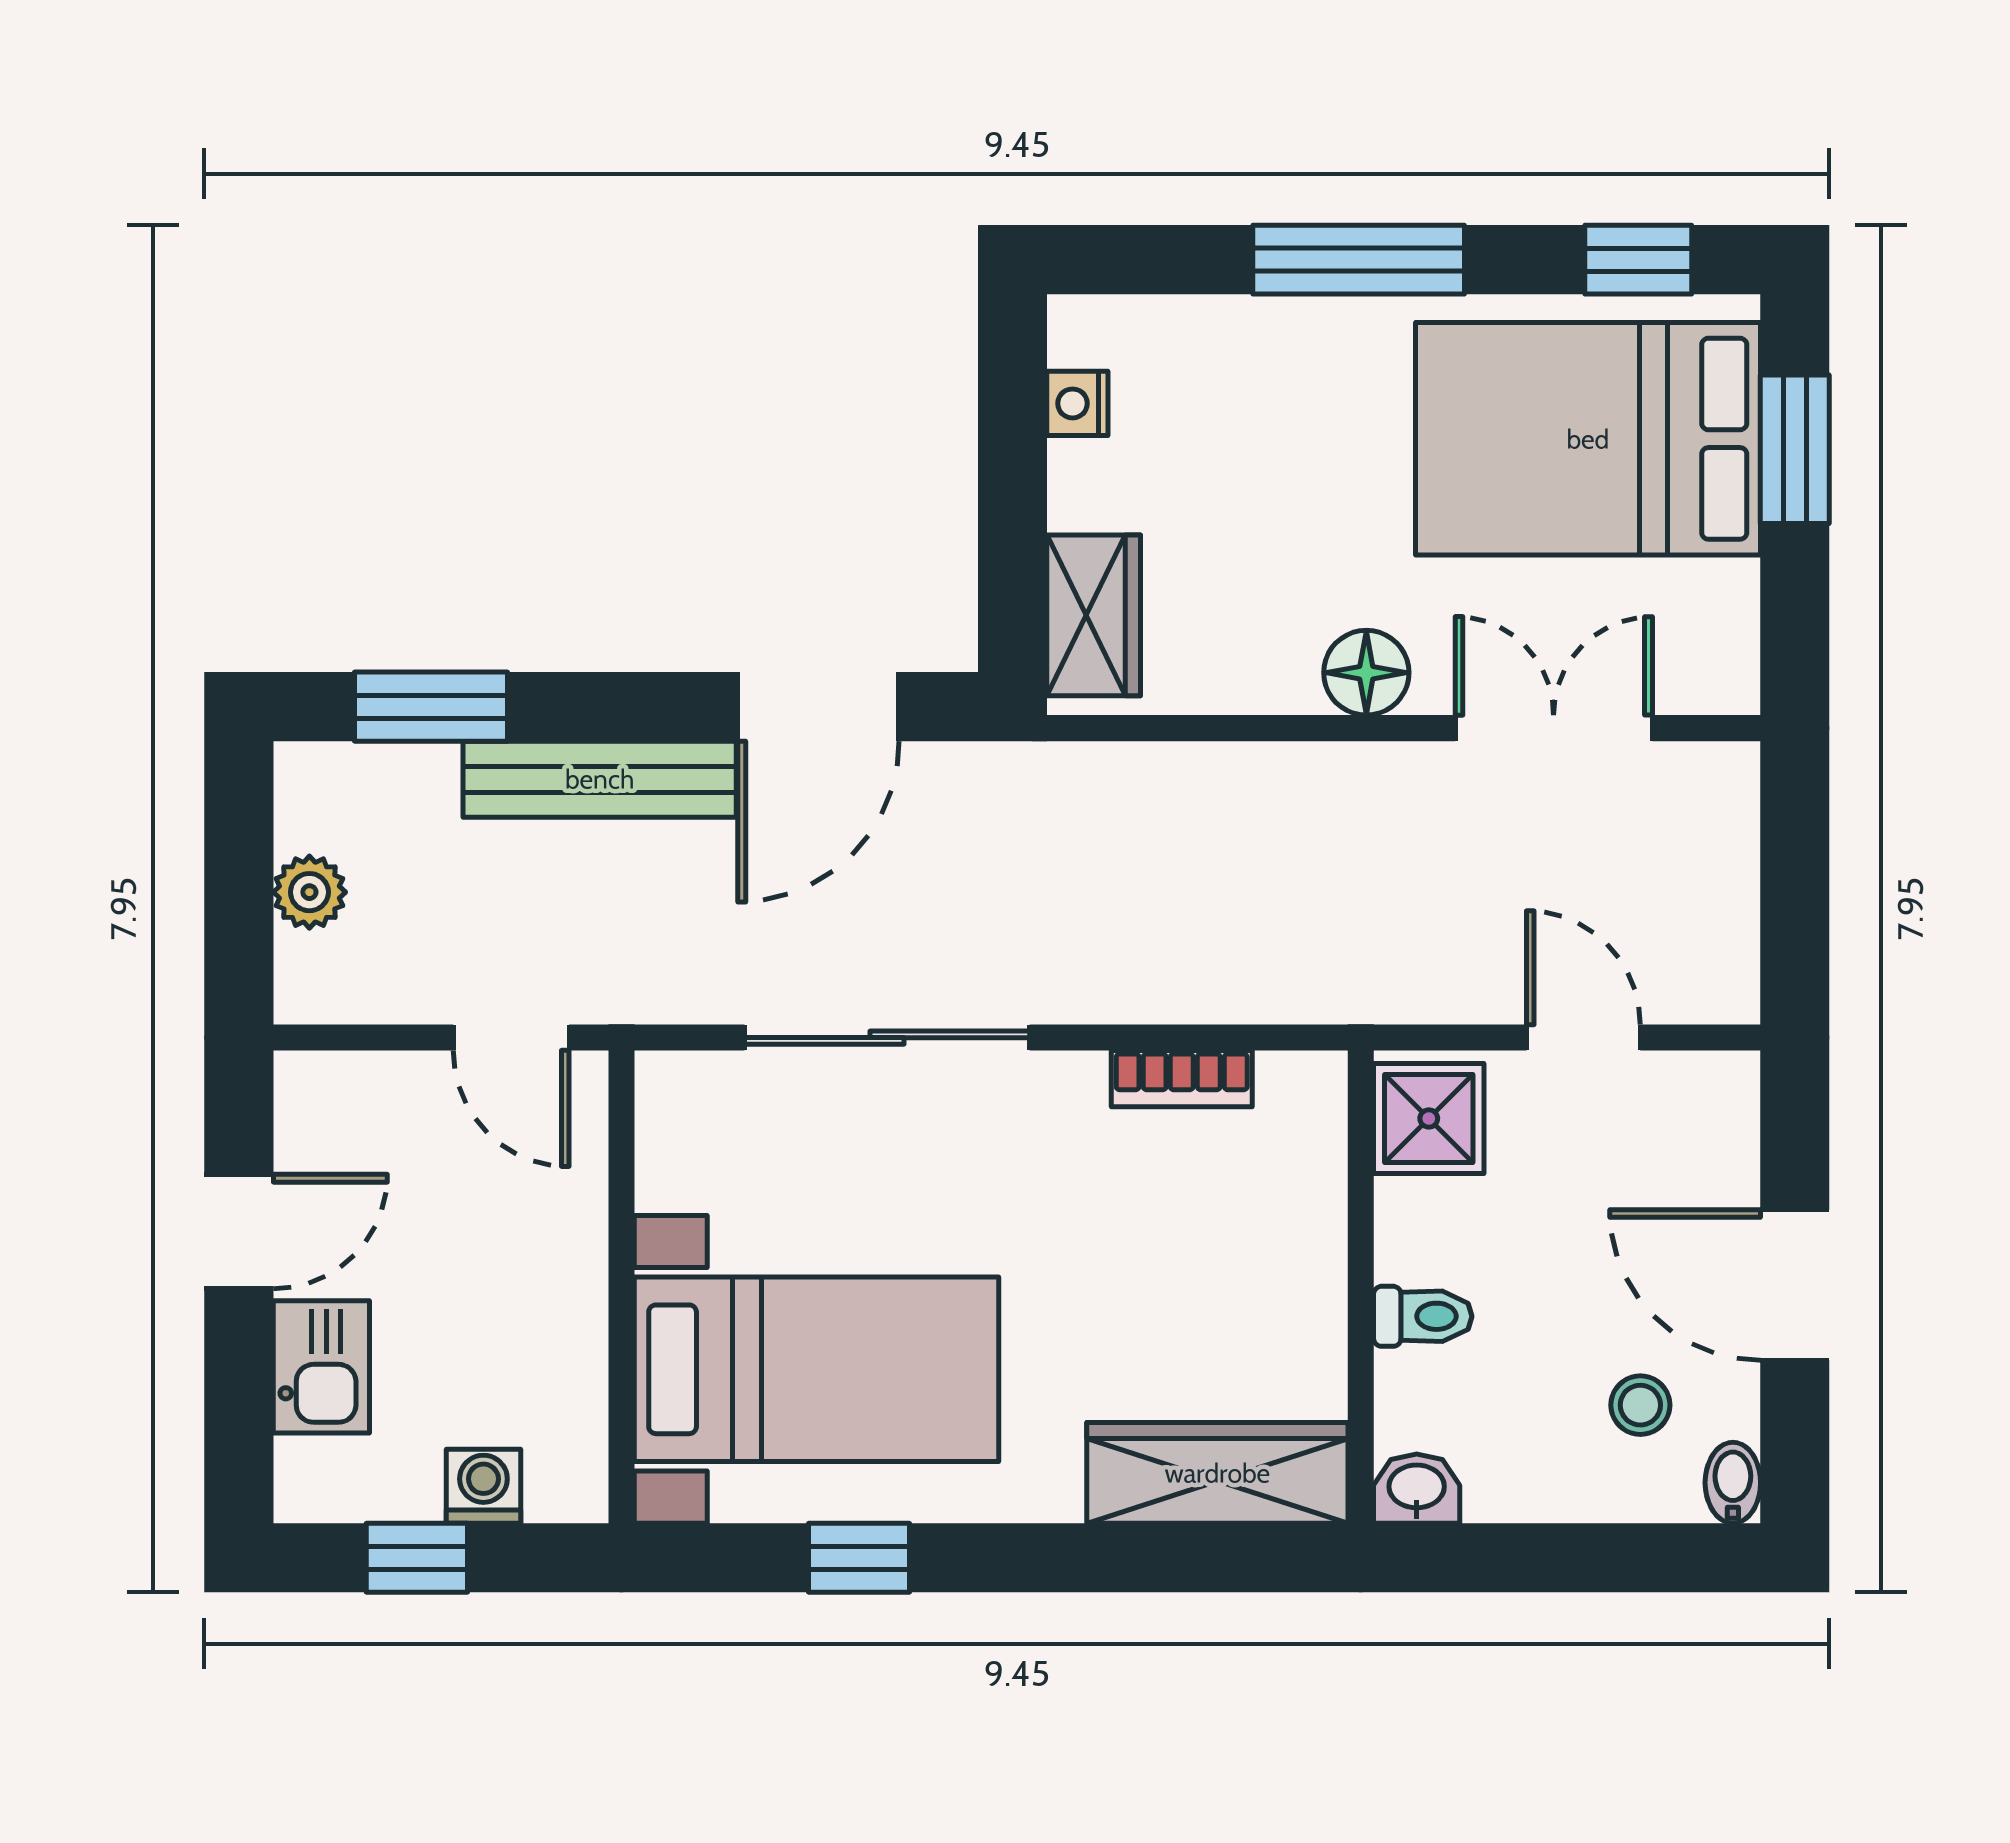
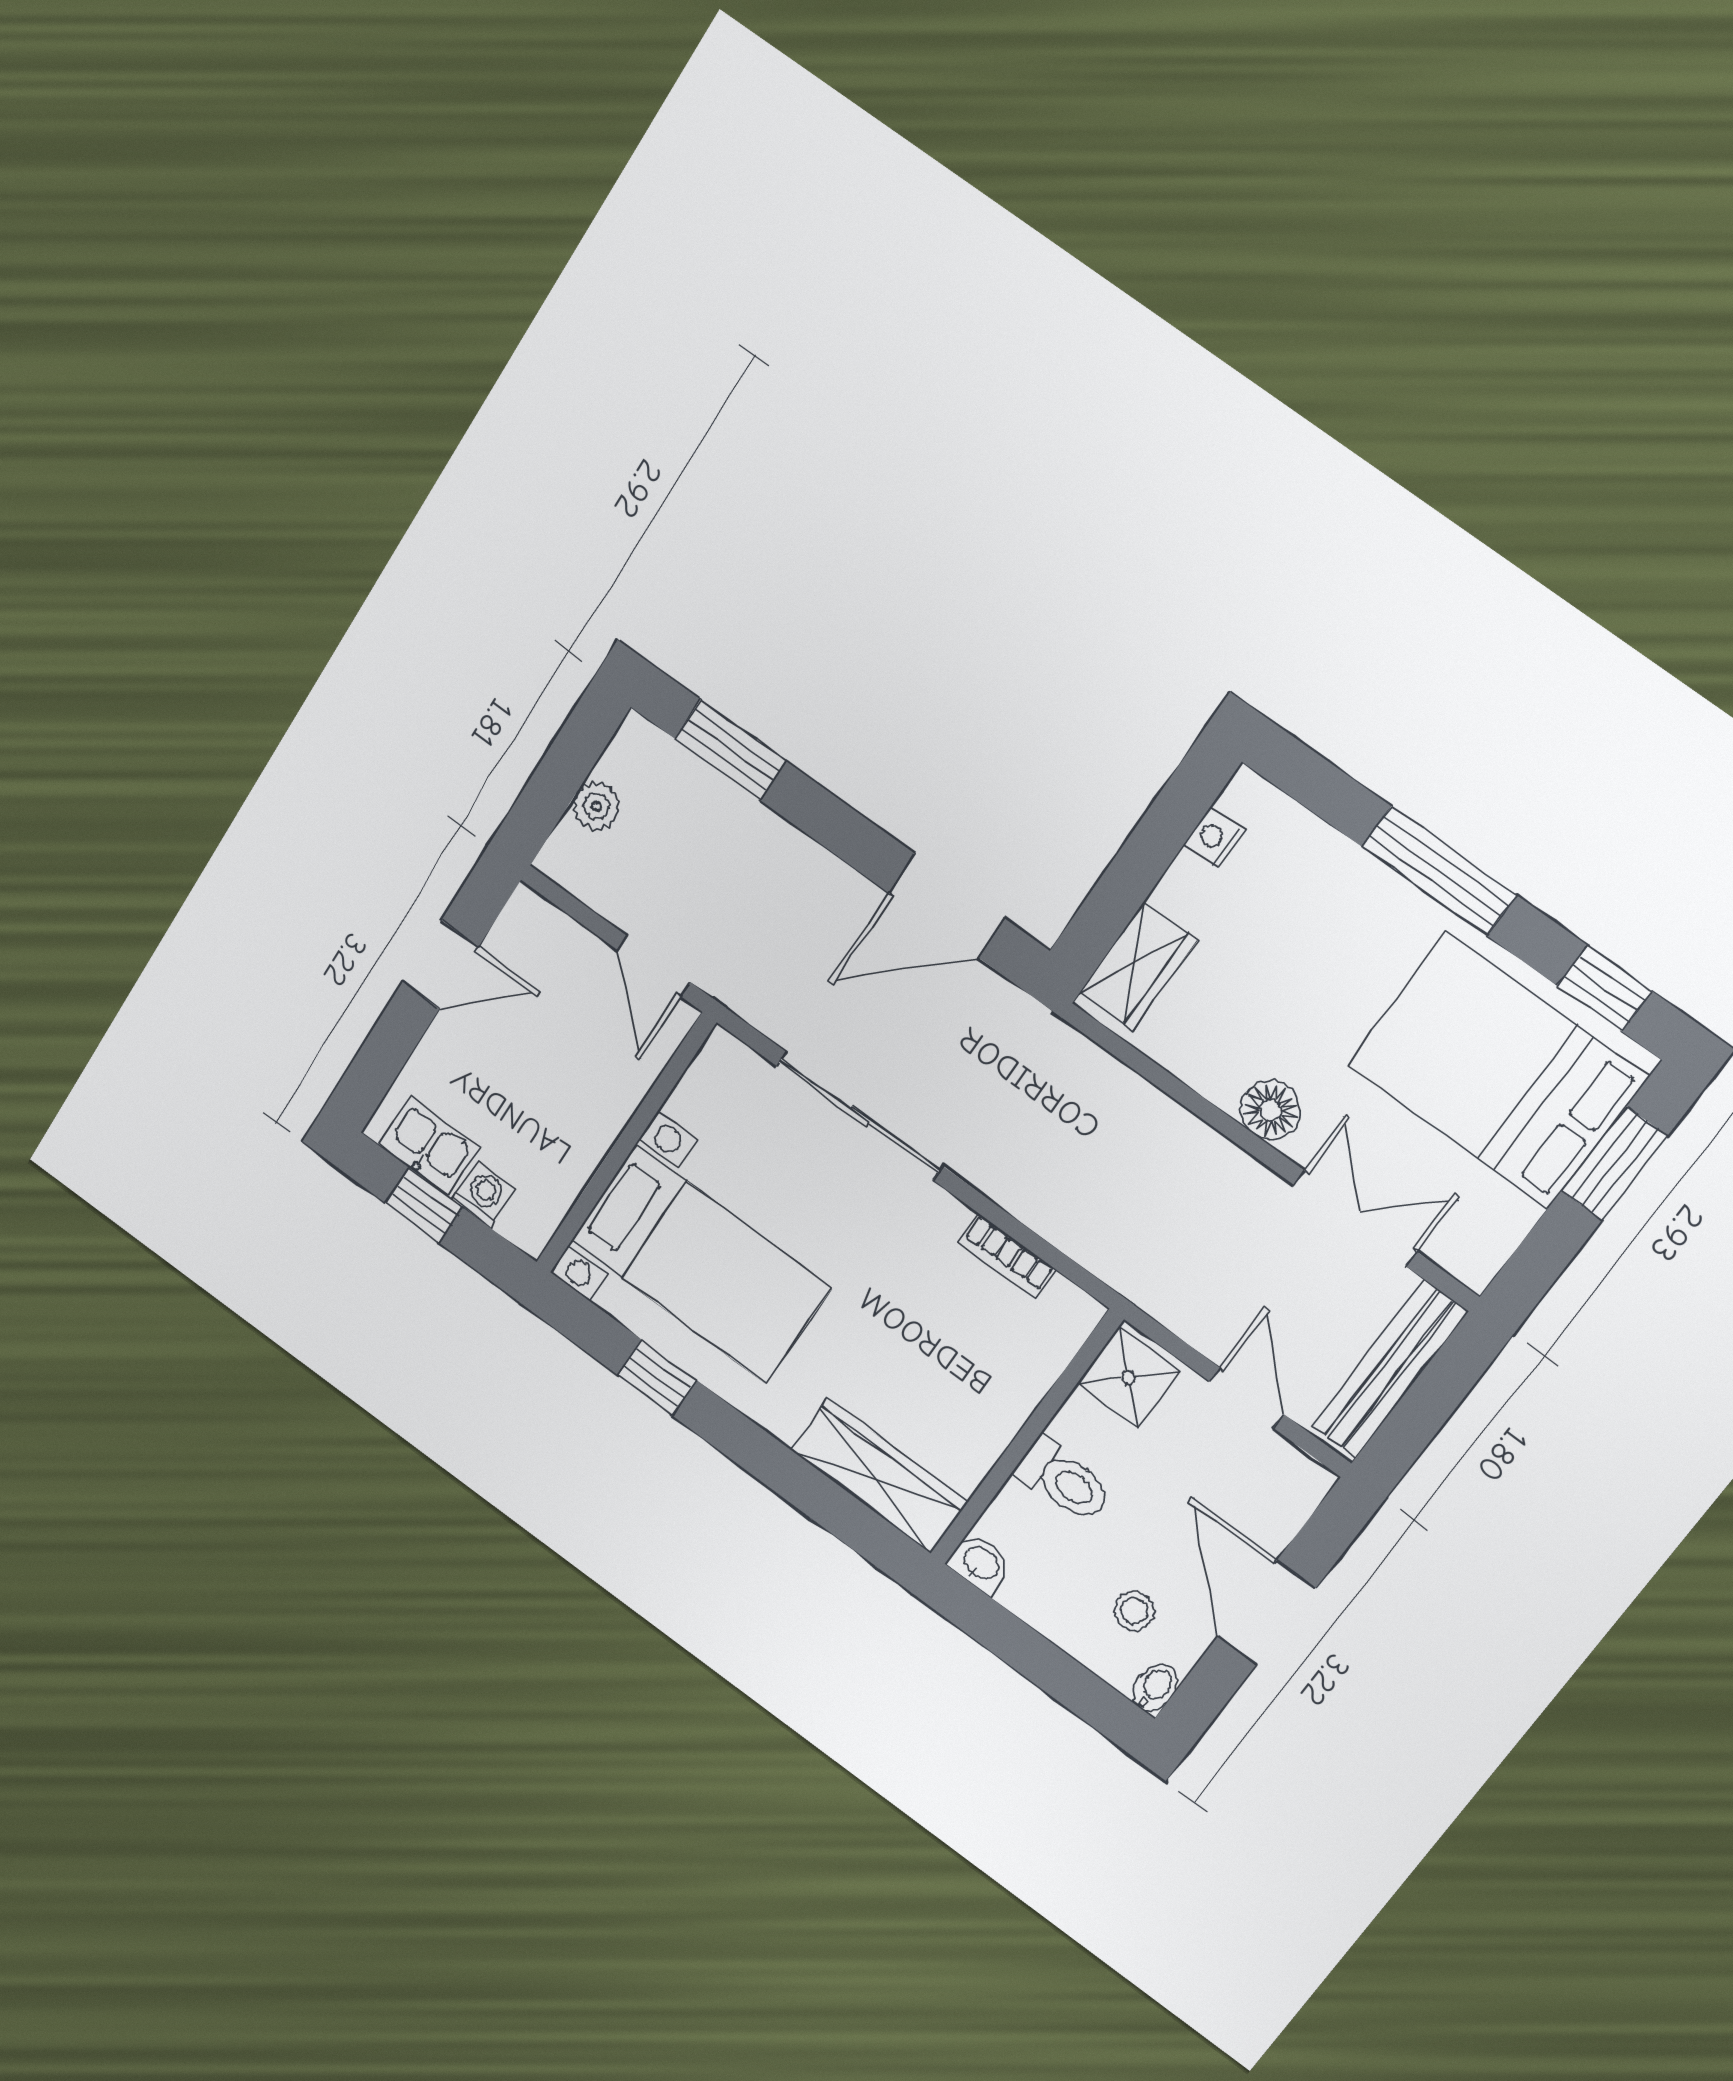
bench: (600, 779) -> (1390, 1369), moved, turned 90
toilet: (1423, 1316) -> (1063, 1480), width x1.37, depth x1.39
kitchen sink: (321, 1367) -> (429, 1146), moved, turned -90

